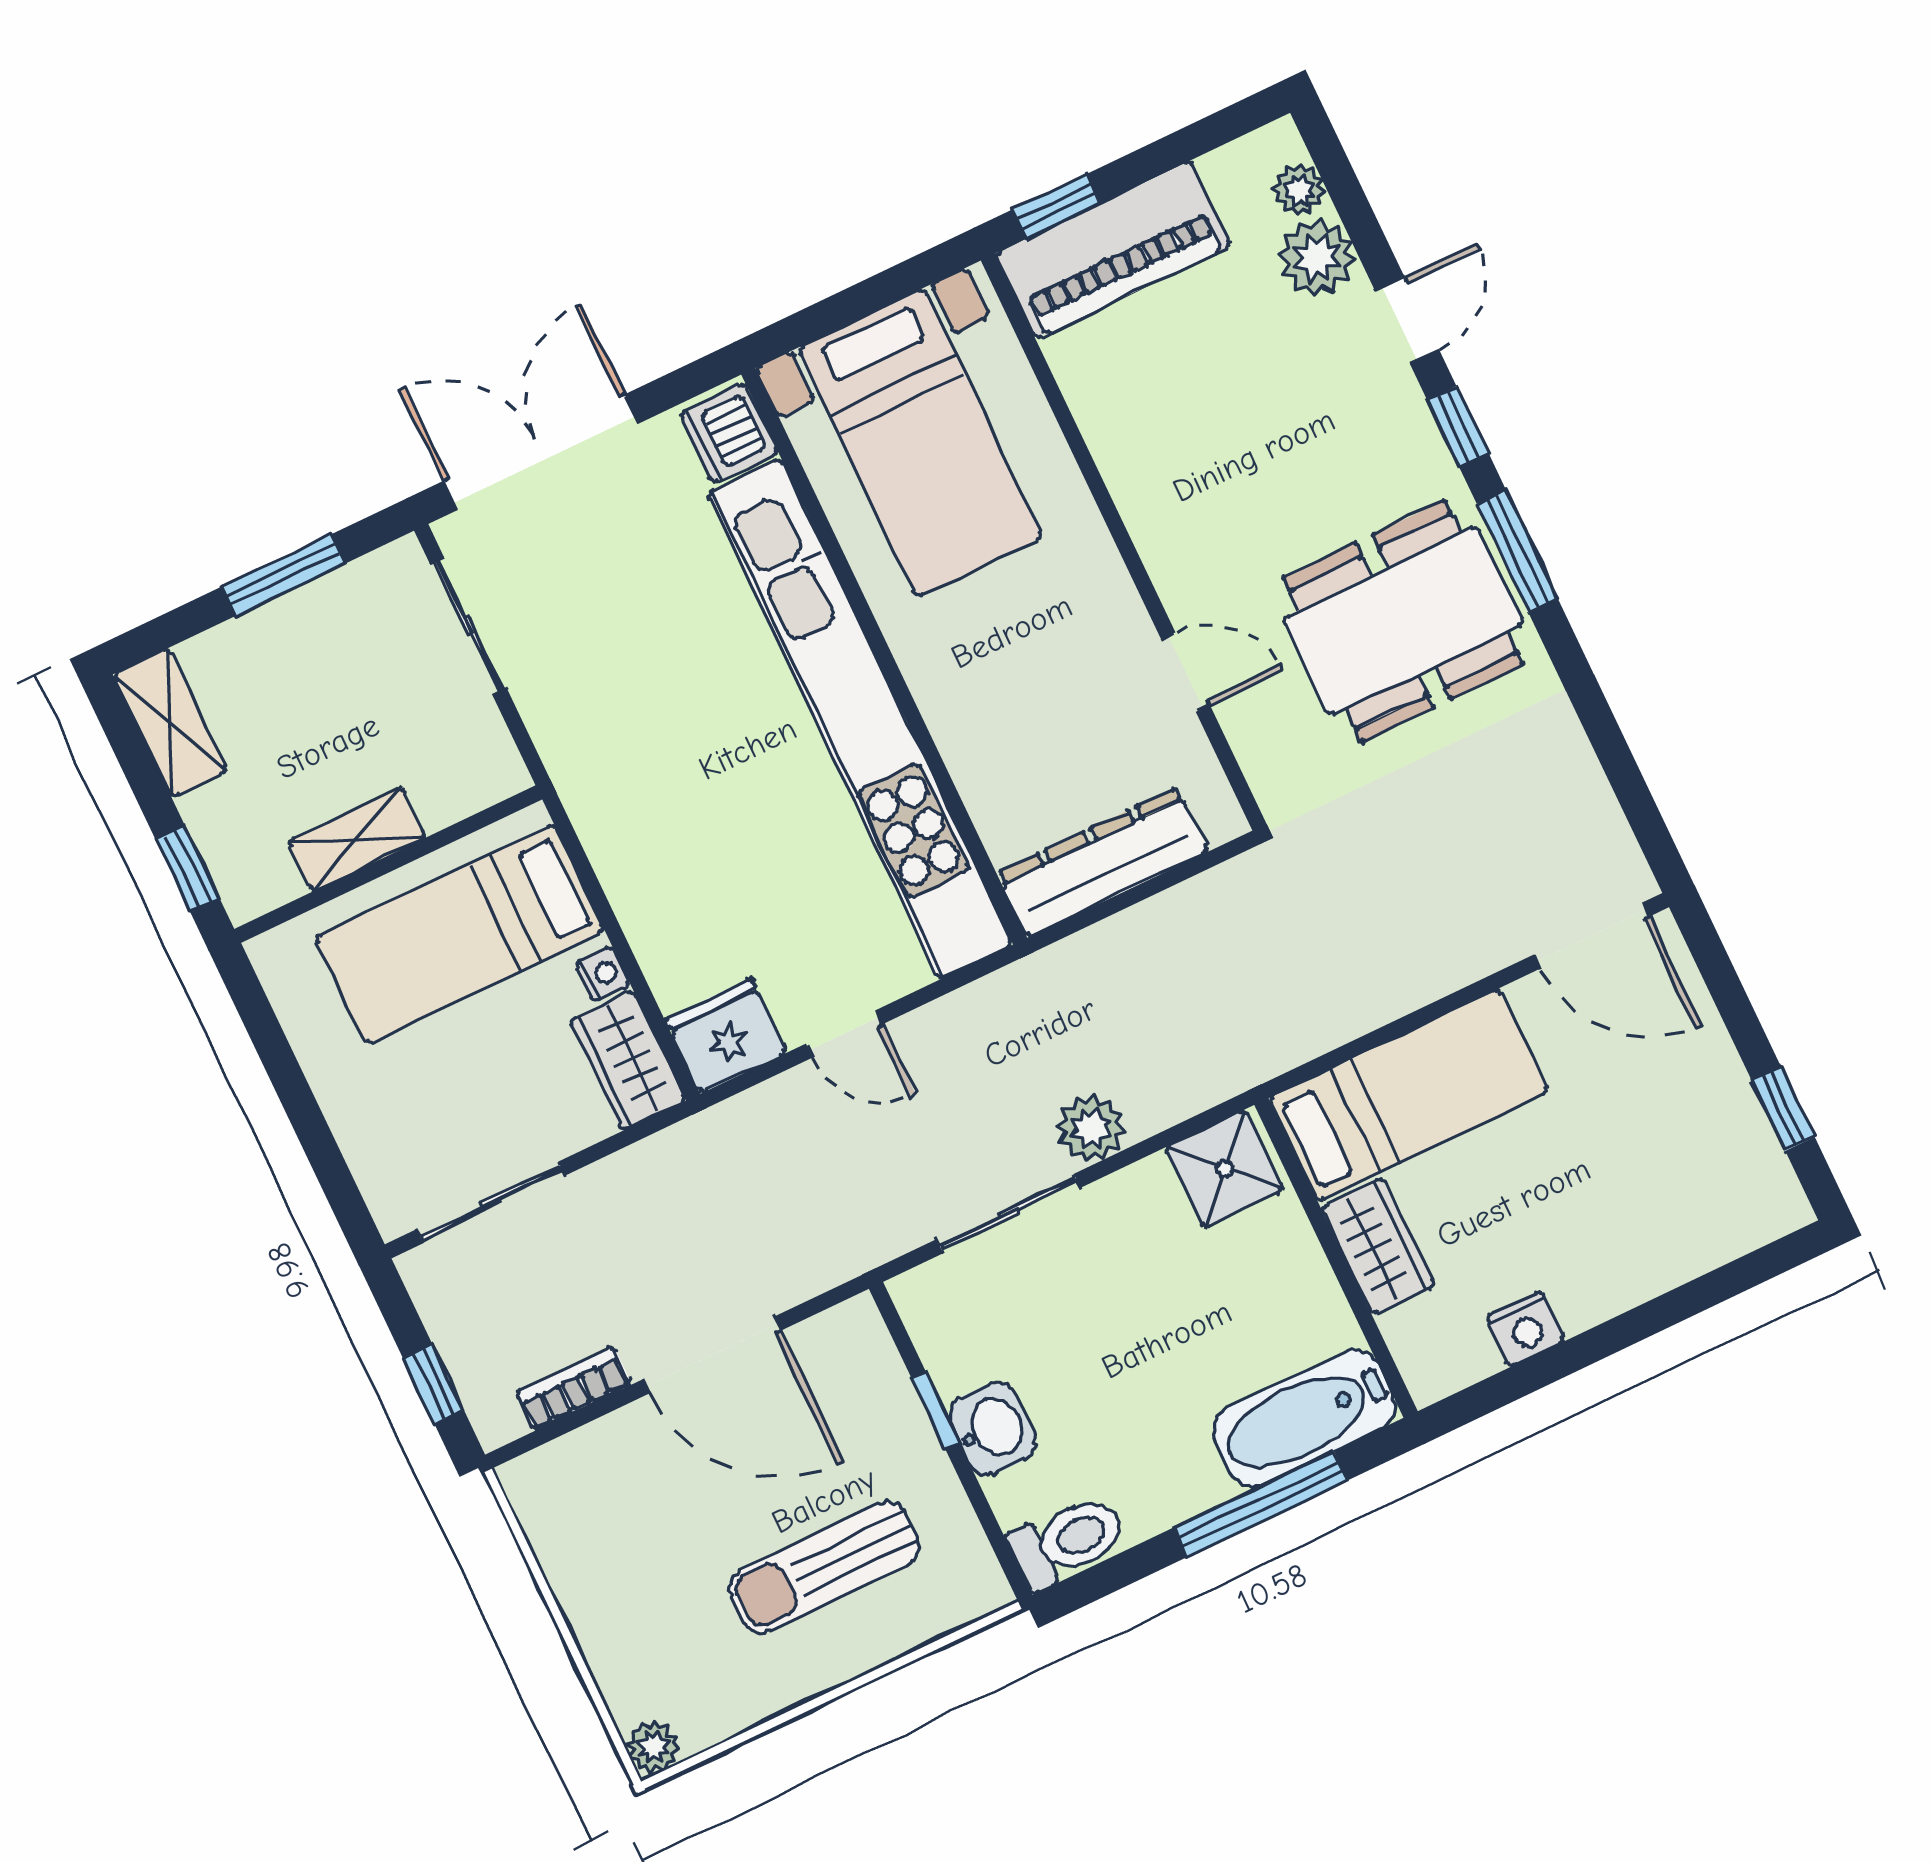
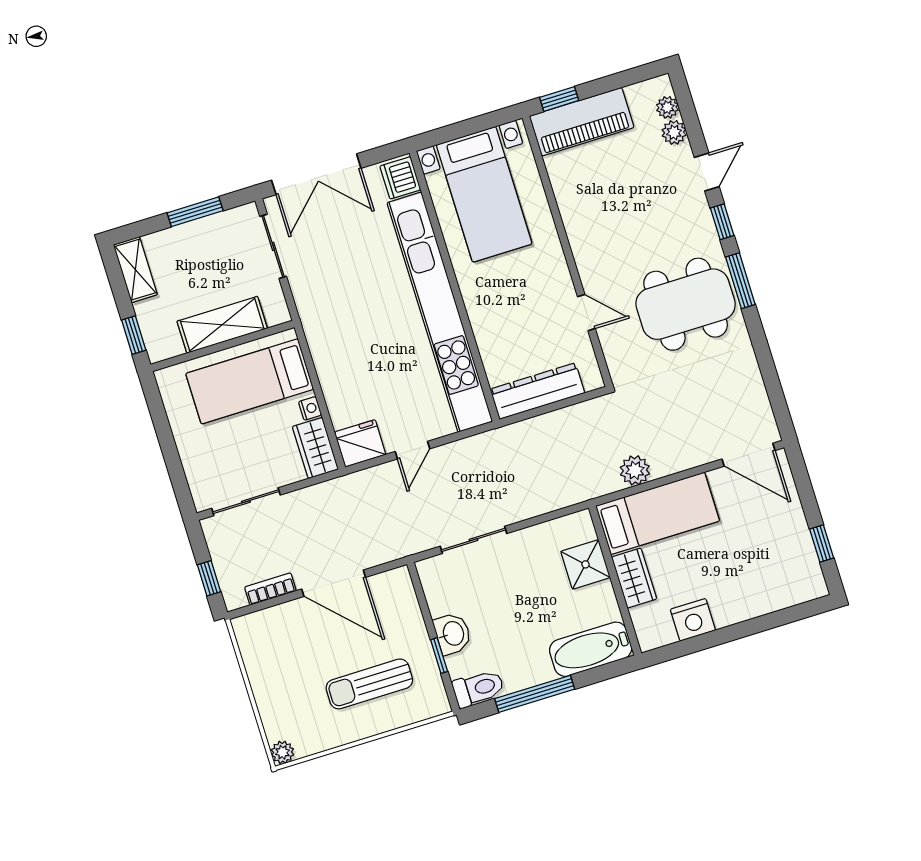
plant: (1317, 257) -> (674, 132), width x0.73, depth x0.73
double door: (541, 452) -> (316, 174), swing flipped
shelving: (356, 839) -> (222, 325), width x1.50, depth x1.33
door: (844, 1034) -> (412, 450), hinge flipped
plant: (1091, 1128) -> (635, 470), moved
shower: (1224, 1169) -> (586, 564), moved
nightstand: (1526, 1328) -> (693, 620), width x1.36, depth x1.33
window: (936, 1410) -> (439, 656), moved
window: (1261, 1504) -> (535, 694), moved

